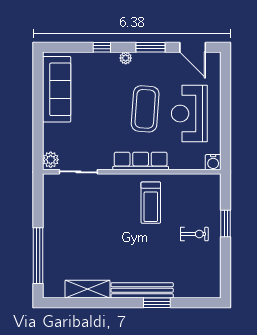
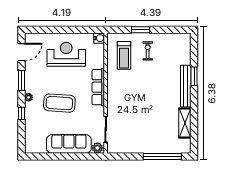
sofa: (57, 89) -> (69, 144), moved
coffee table: (145, 109) -> (59, 103), moved
reception desk: (189, 114) -> (66, 54), turned 180
treadmill: (151, 203) -> (124, 55), moved, turned 90

